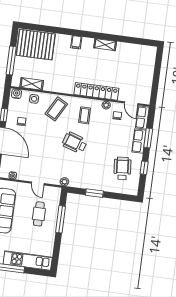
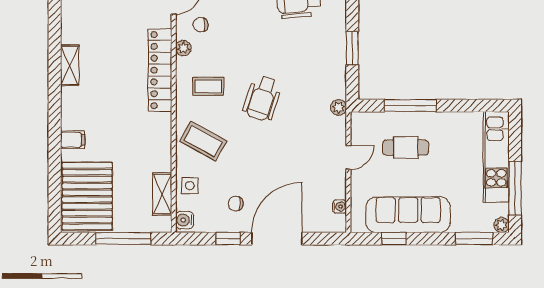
filing cabinet: (76, 42) -> (73, 140), moved

